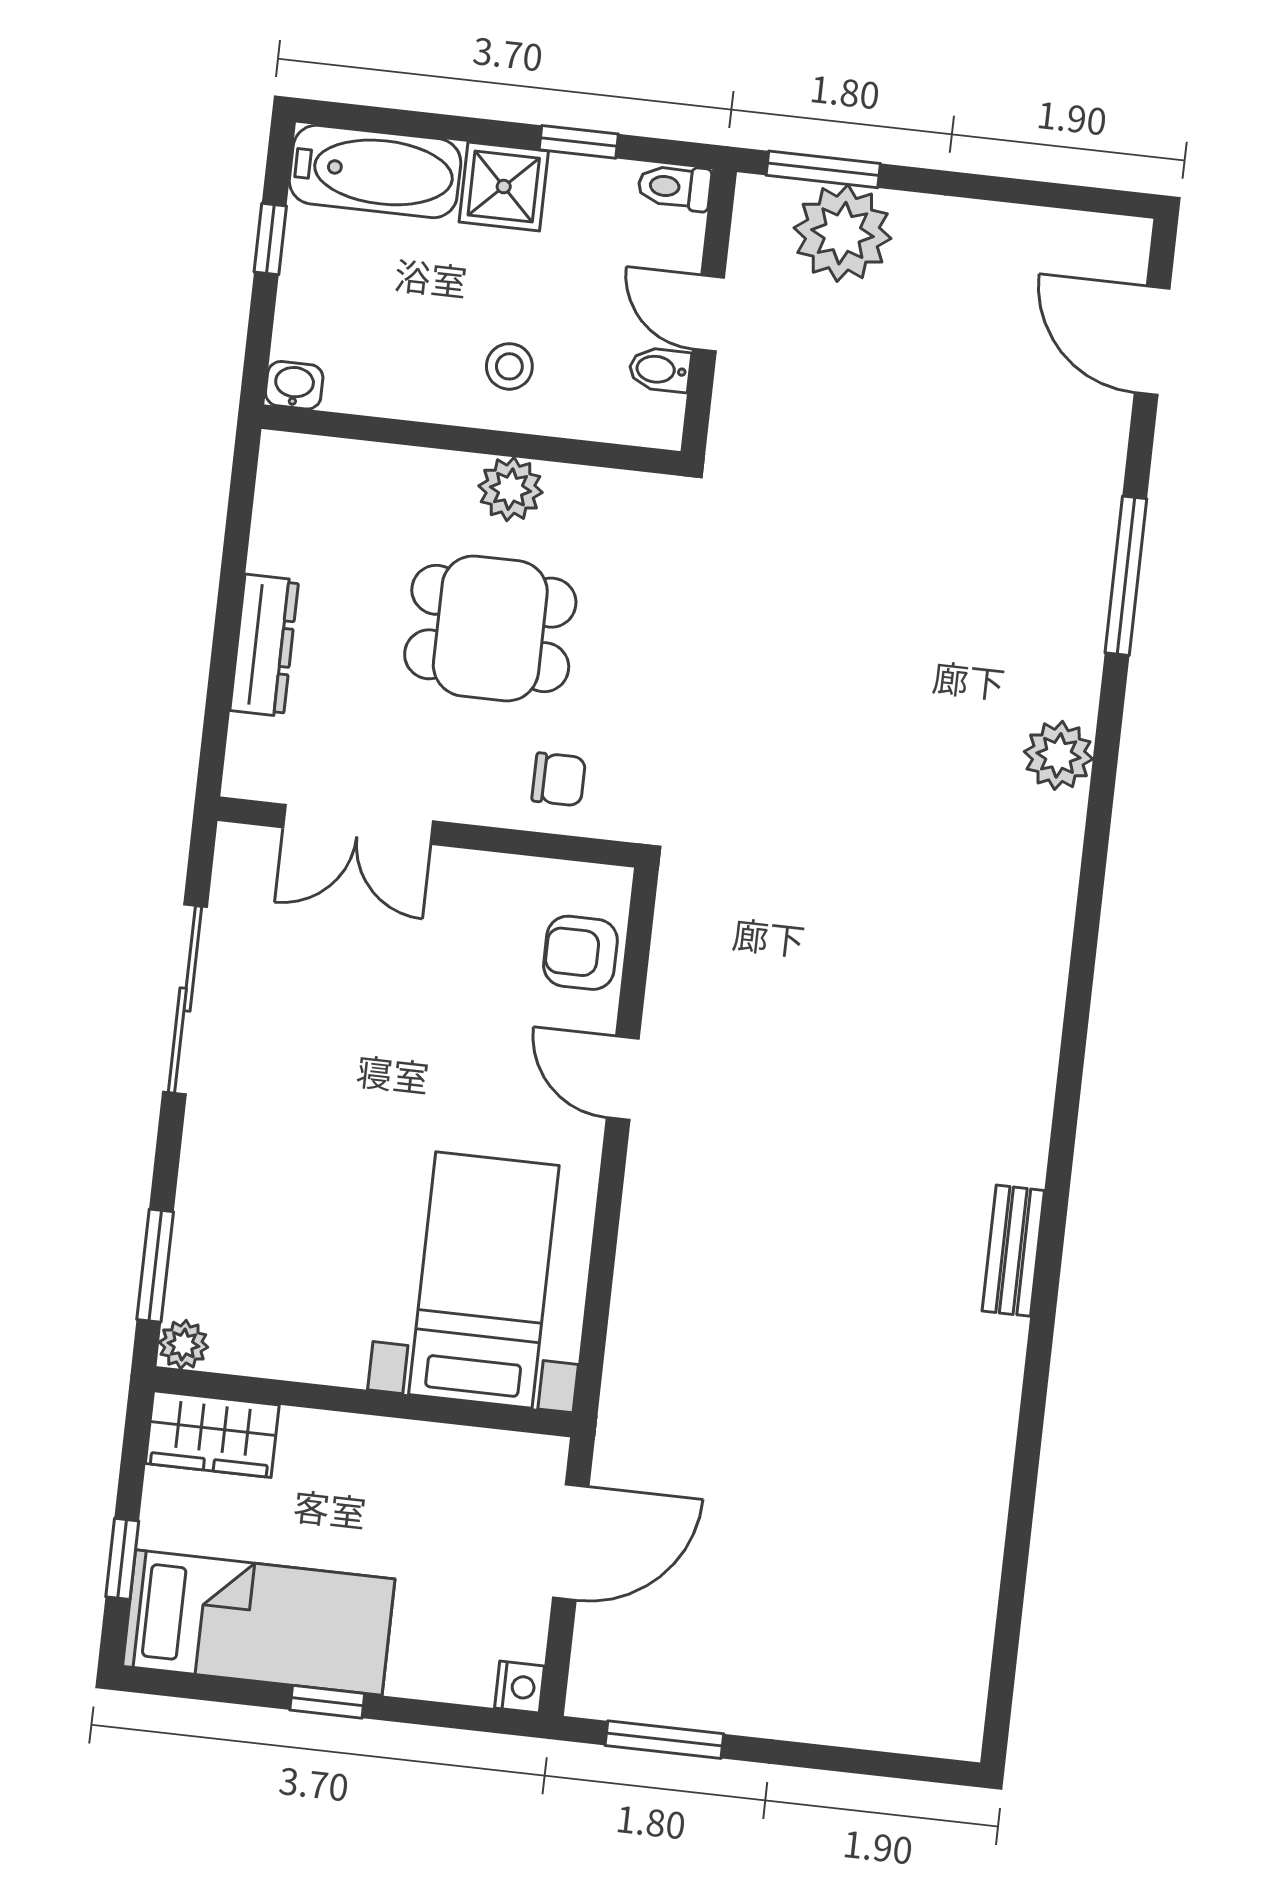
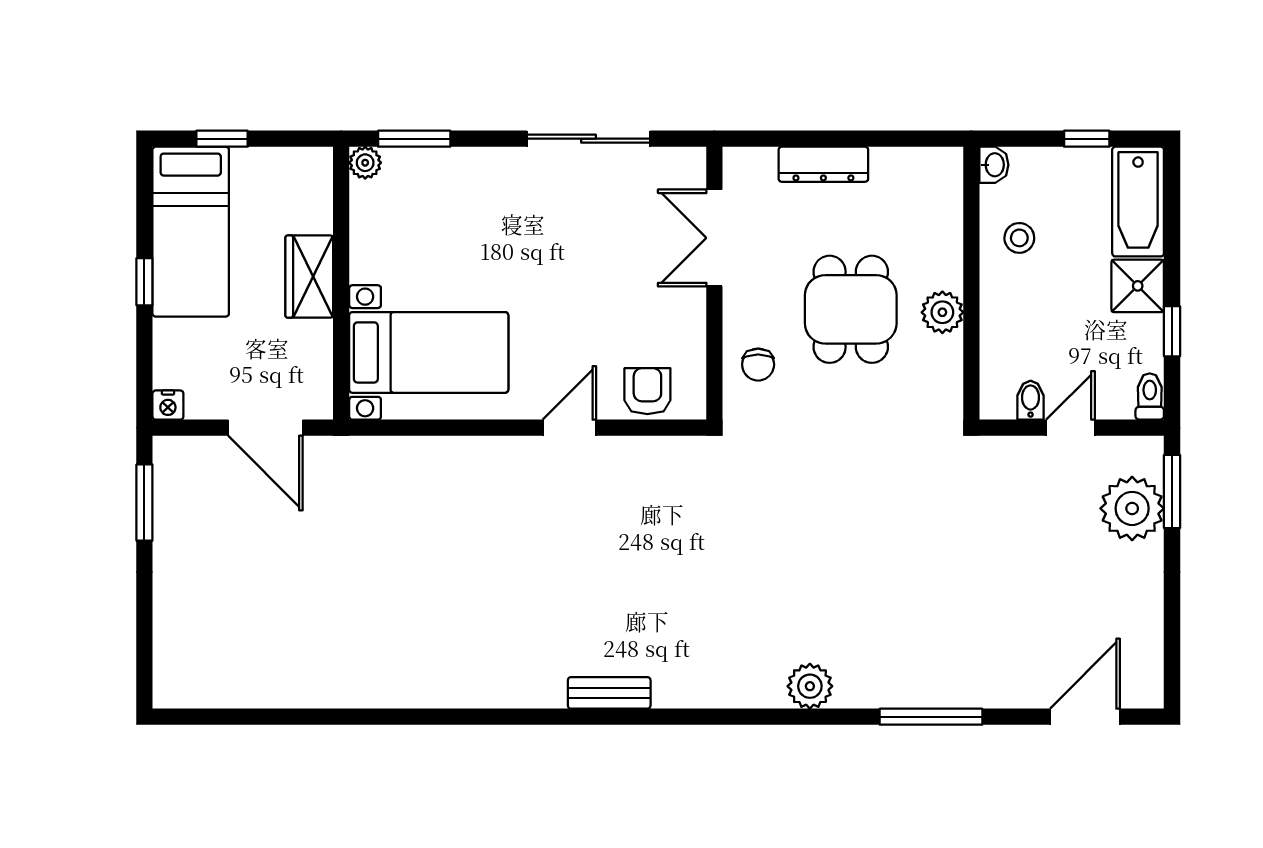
stool: (509, 366) -> (1019, 238), moved
bench: (1013, 1251) -> (609, 693), moved
wardrobe: (212, 1434) -> (309, 277), moved

